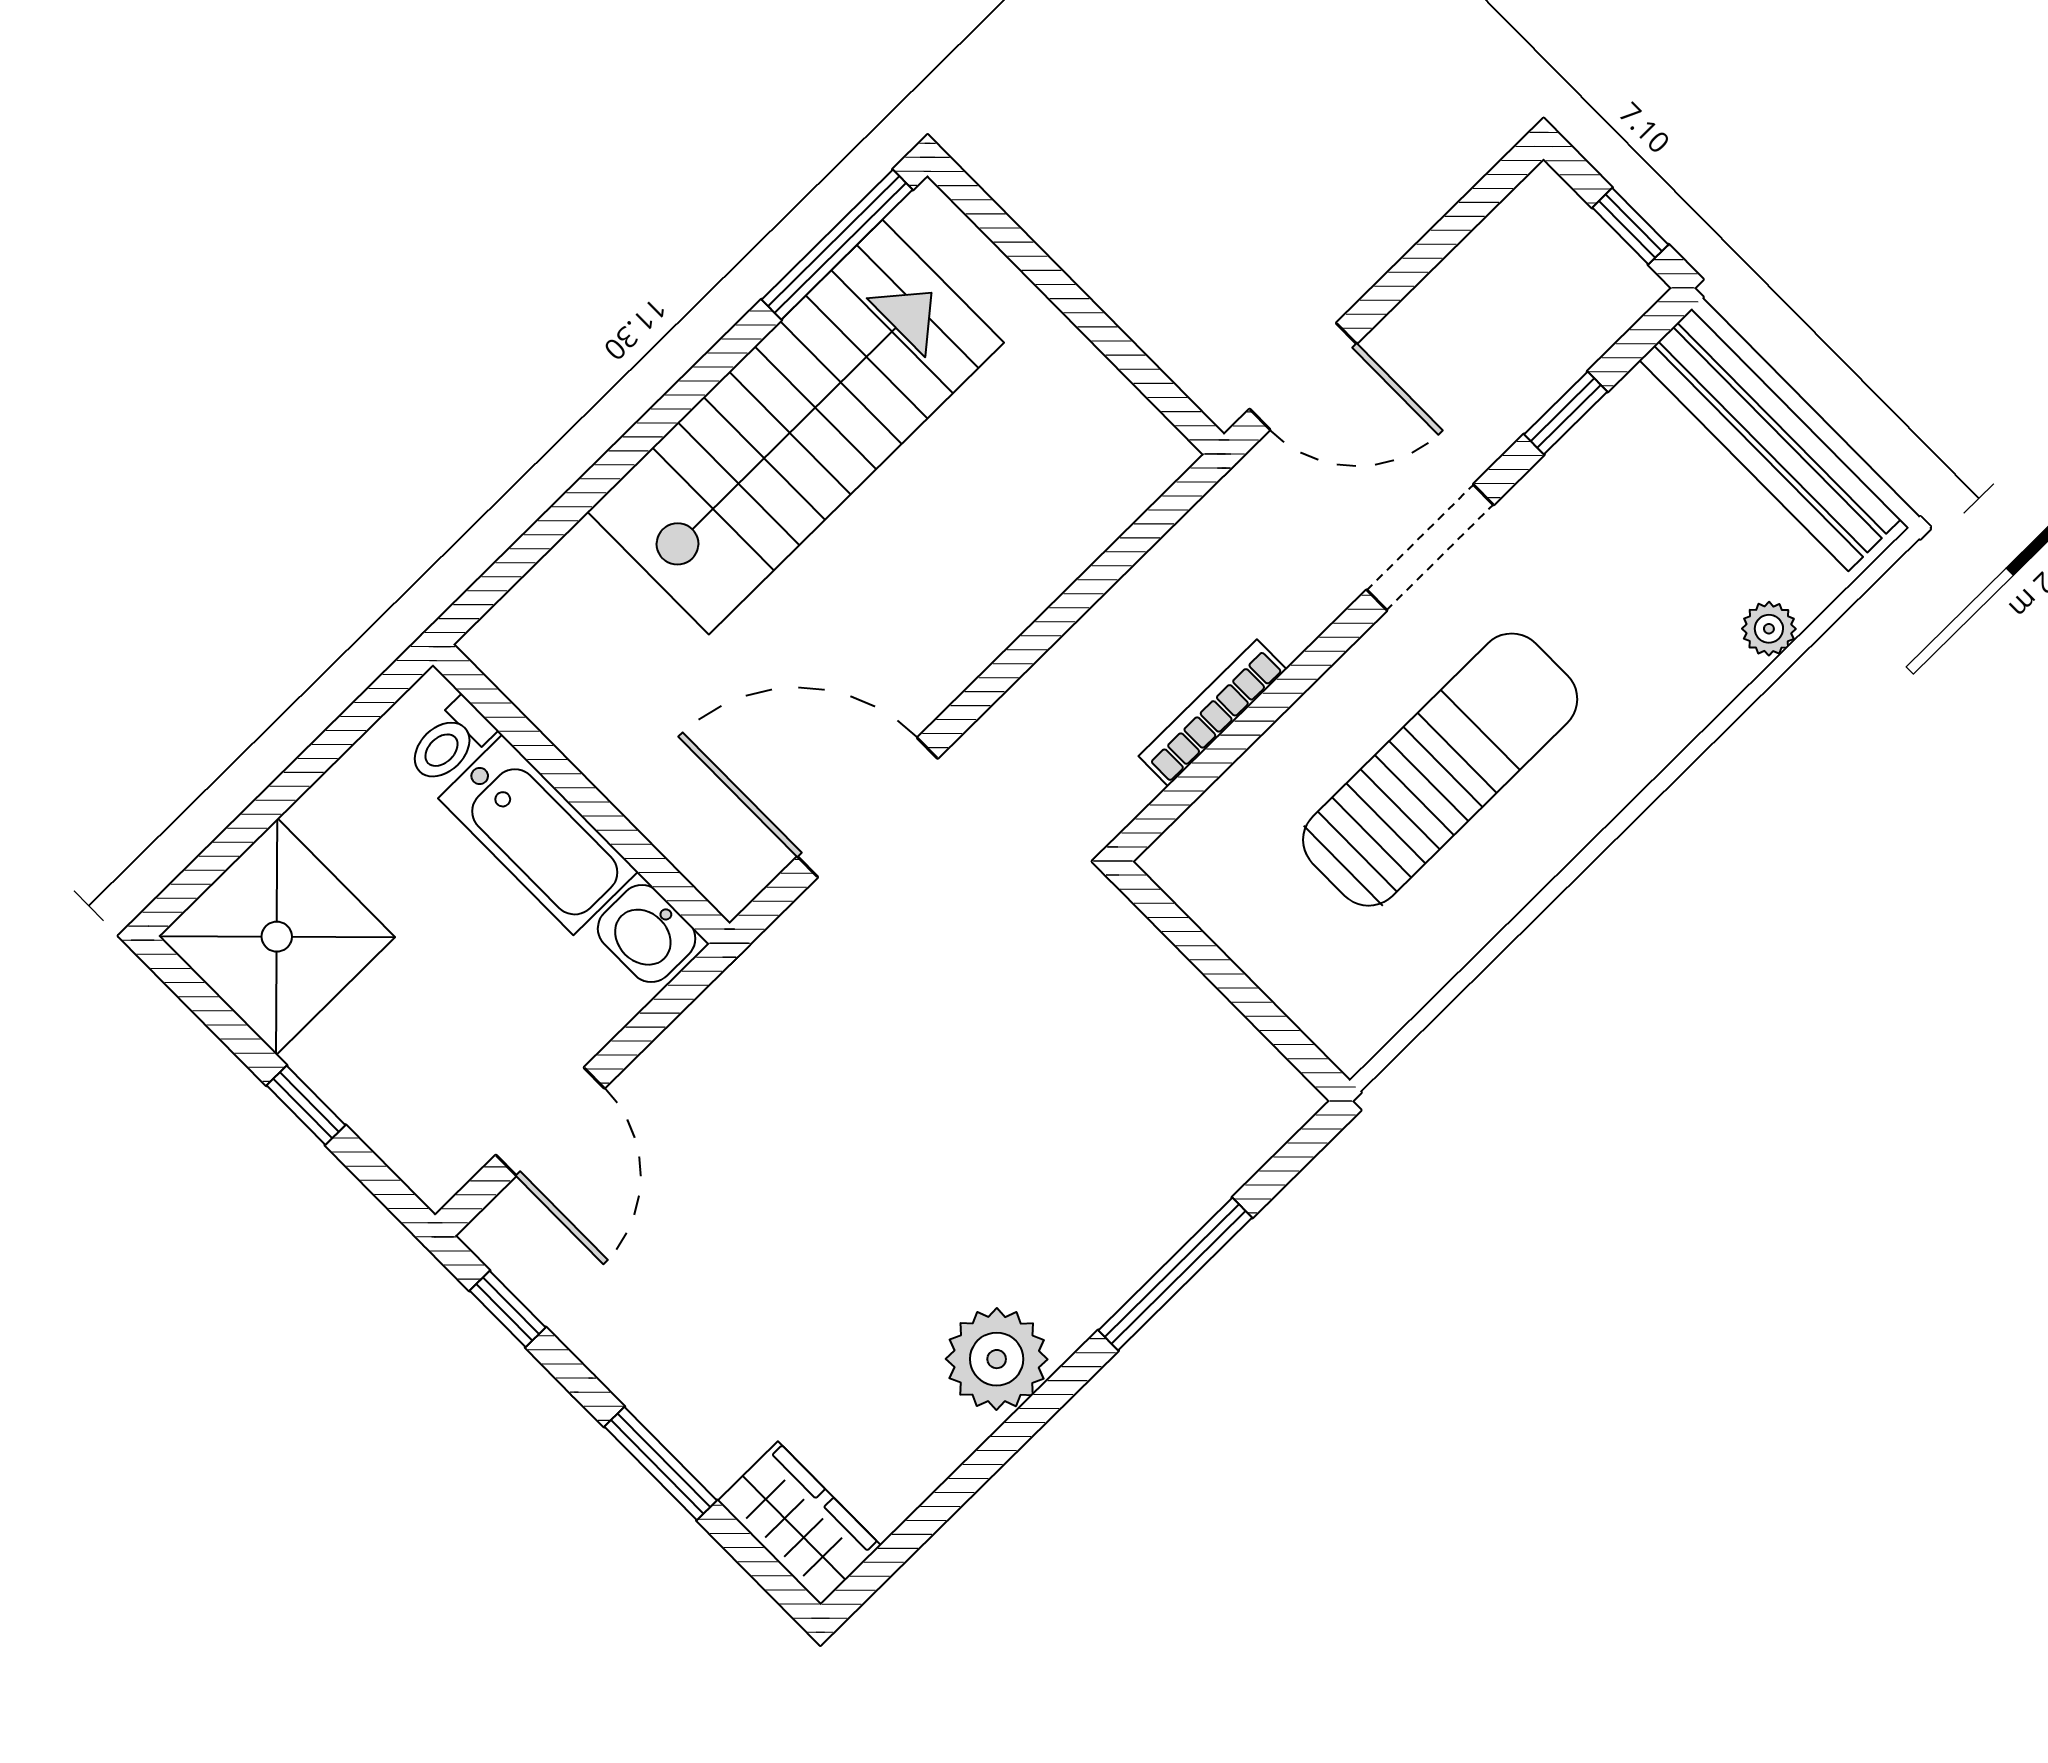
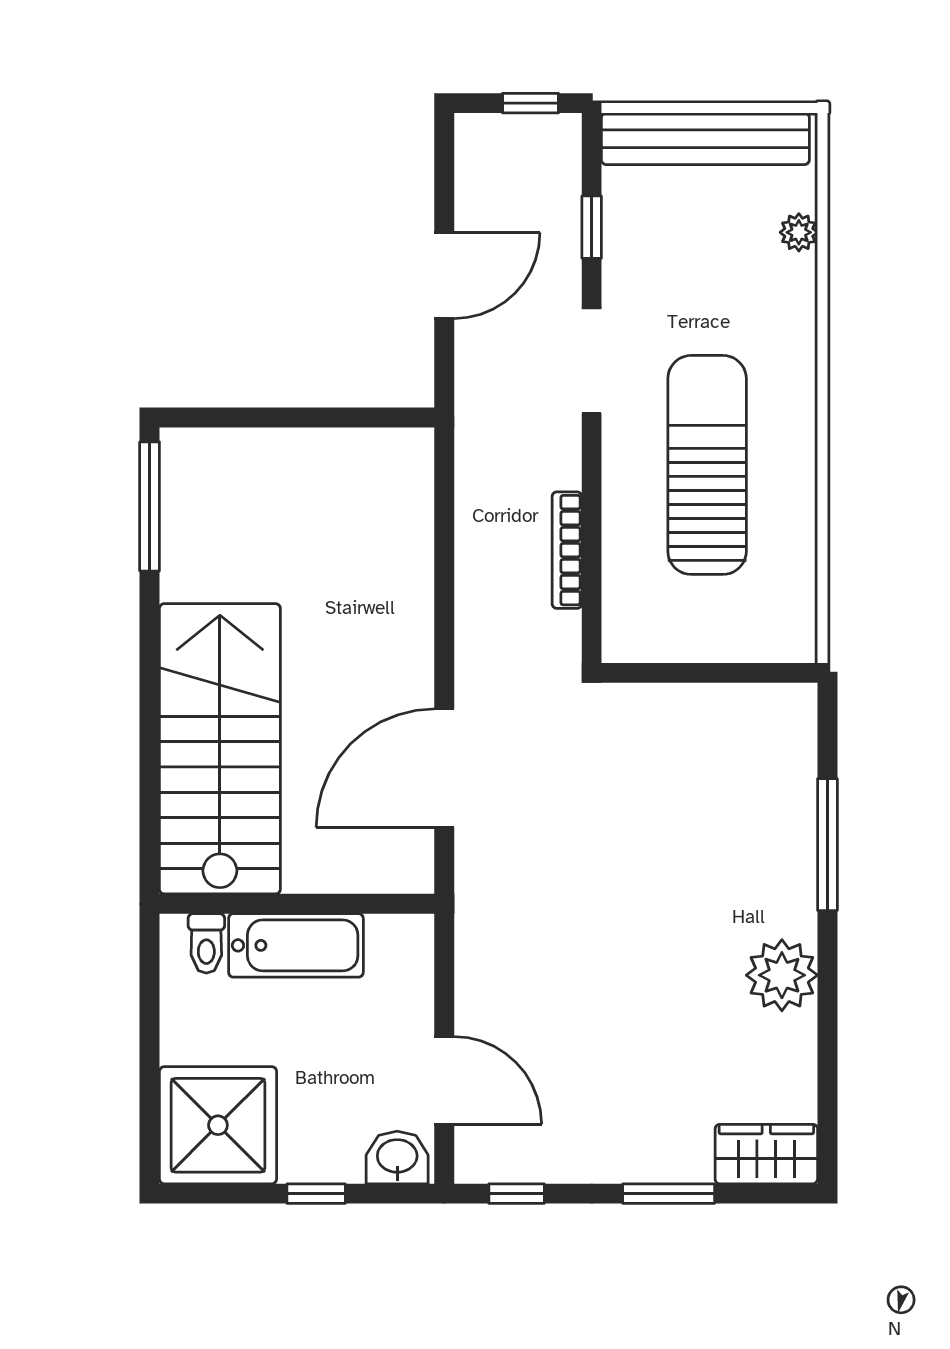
door: (1303, 376) -> (444, 276), moved
stairs: (796, 427) -> (220, 749), moved
washbasin: (647, 933) -> (397, 1158), moved, turned 180

